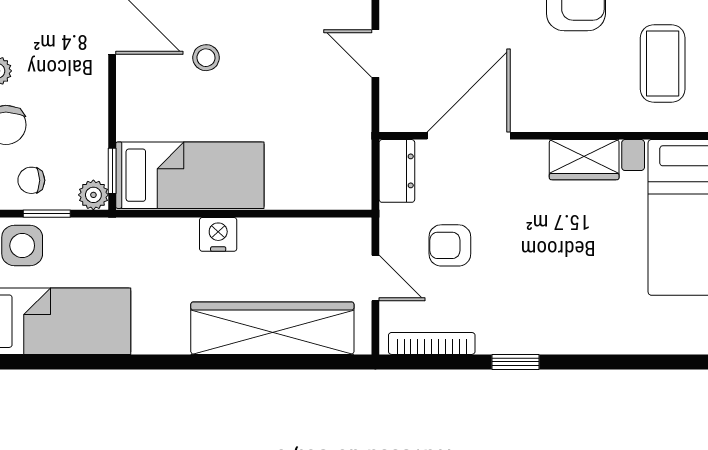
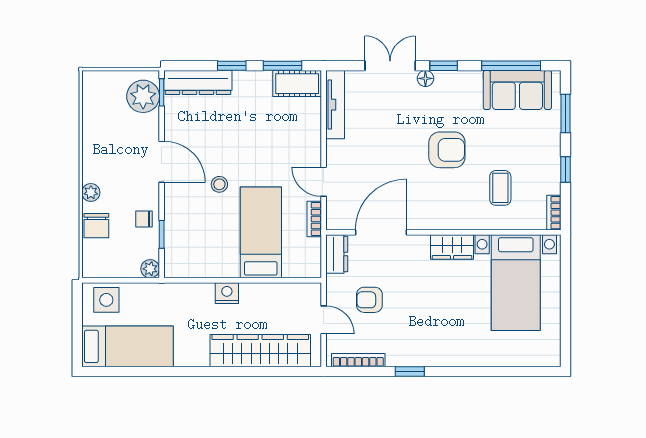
coffee table: (663, 64) -> (500, 188), width x0.73, depth x0.77
bookcase: (360, 114) -> (314, 219), added
window: (112, 171) -> (162, 234), moved
bed: (190, 175) -> (261, 232), moved, turned -90
chair: (31, 180) -> (144, 219), moved
window: (47, 214) -> (121, 280), removed

